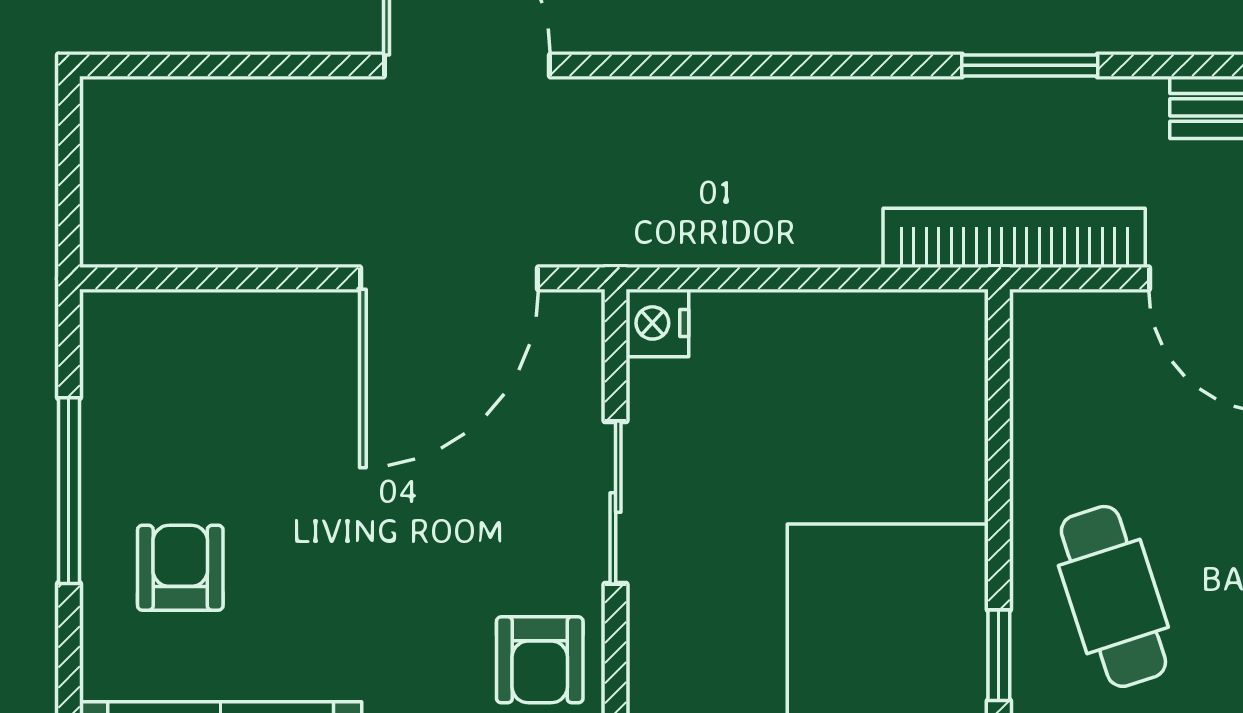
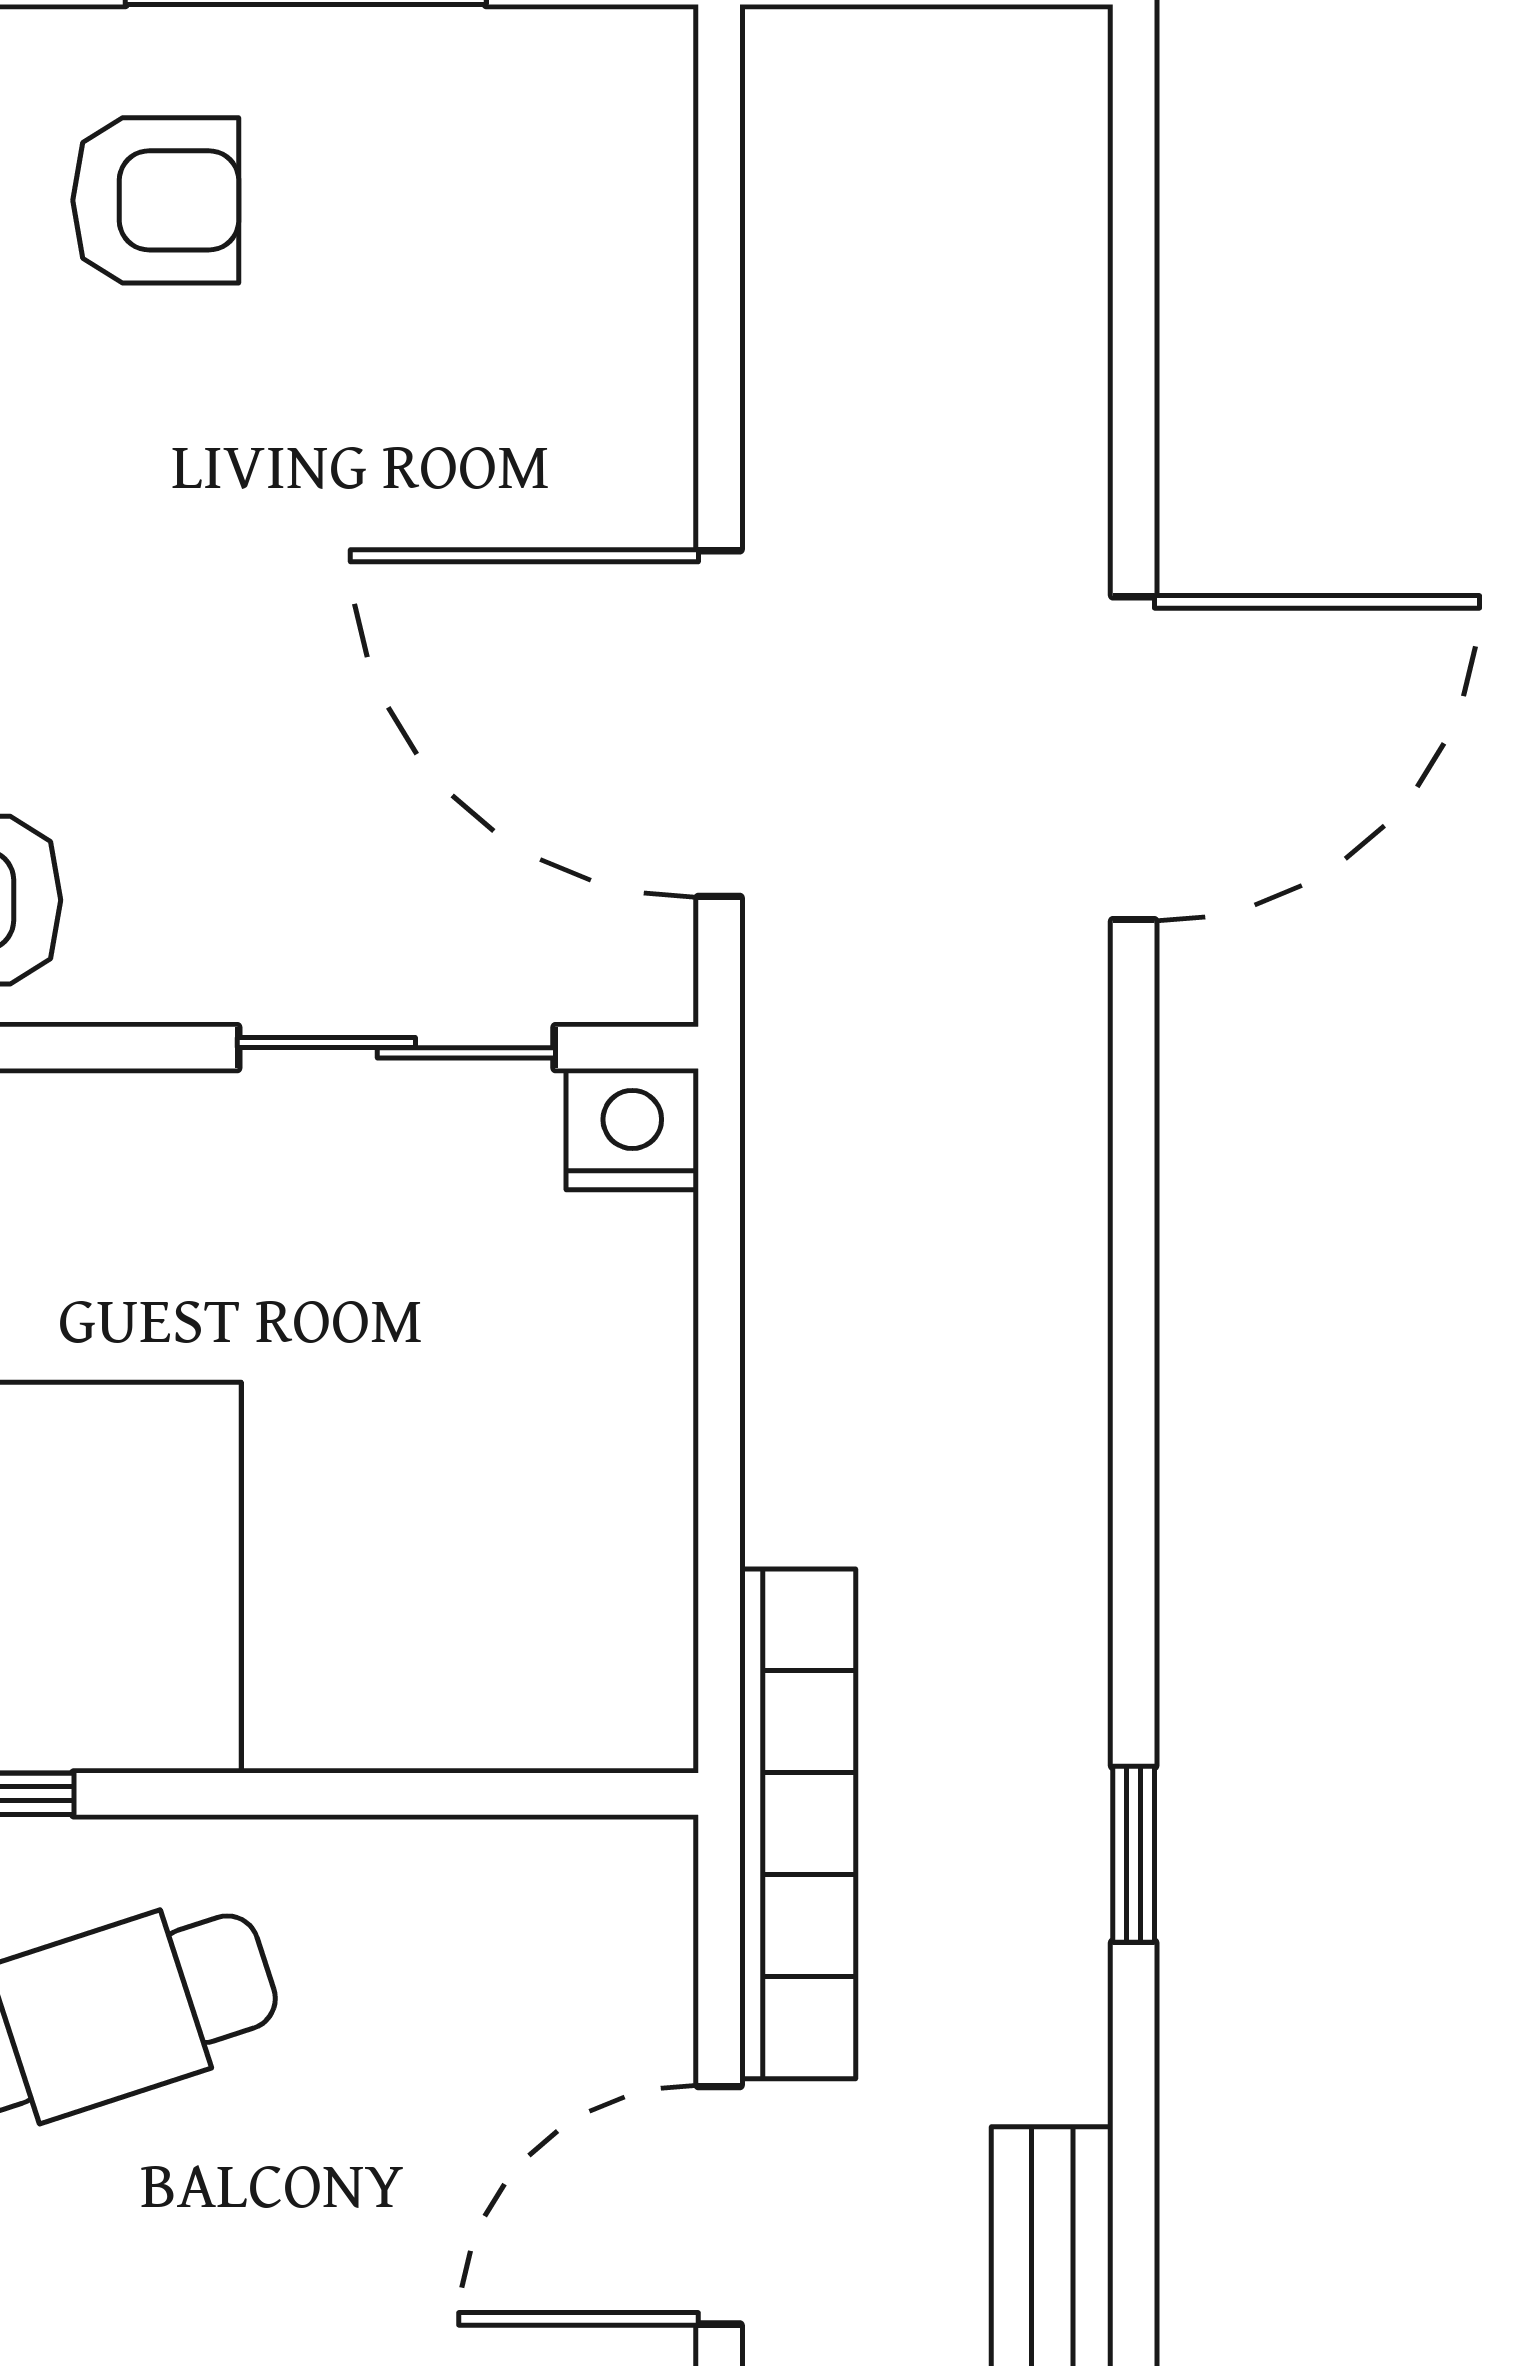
window: (1030, 65) -> (1134, 1854), width x0.67
sliding door: (616, 502) -> (396, 1048), moved

